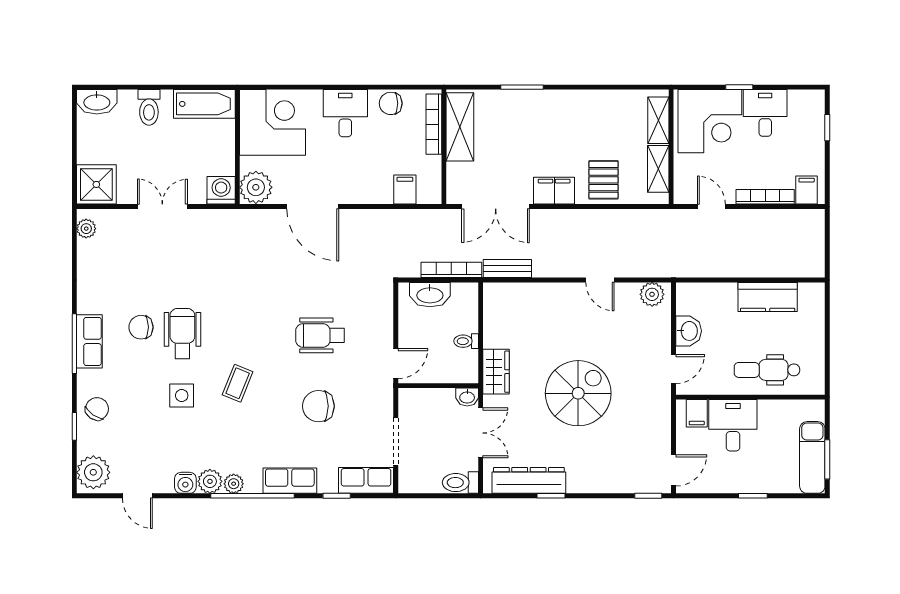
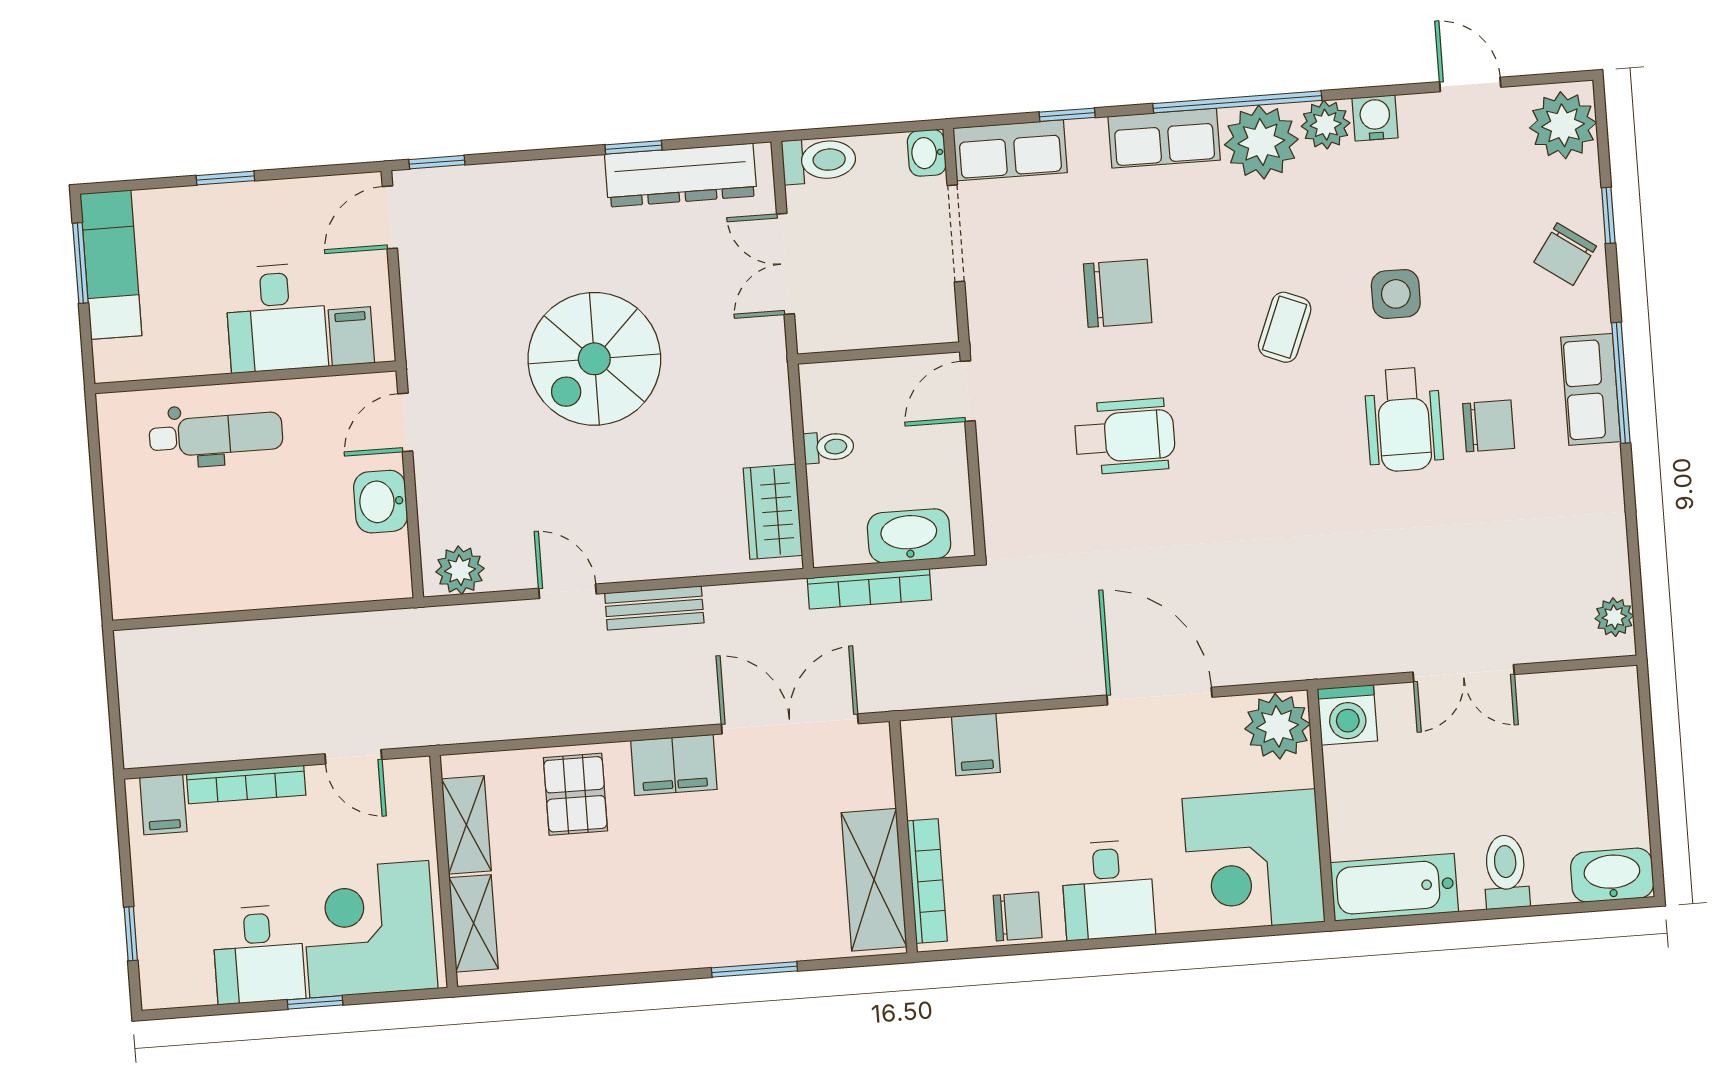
shower: (96, 184) -> (1600, 708), removed
bench: (507, 269) -> (654, 608), moved
kitchen counter: (768, 297) -> (226, 582), removed
wardrobe: (496, 372) -> (773, 512), moved
washbasin: (467, 397) -> (927, 153), moved, turned -90
plant: (234, 484) -> (1261, 142), width x1.87, depth x1.87

